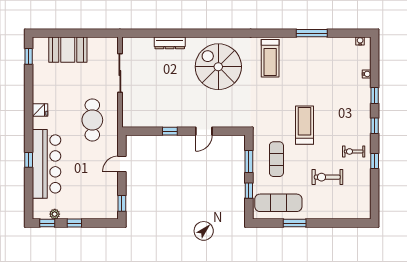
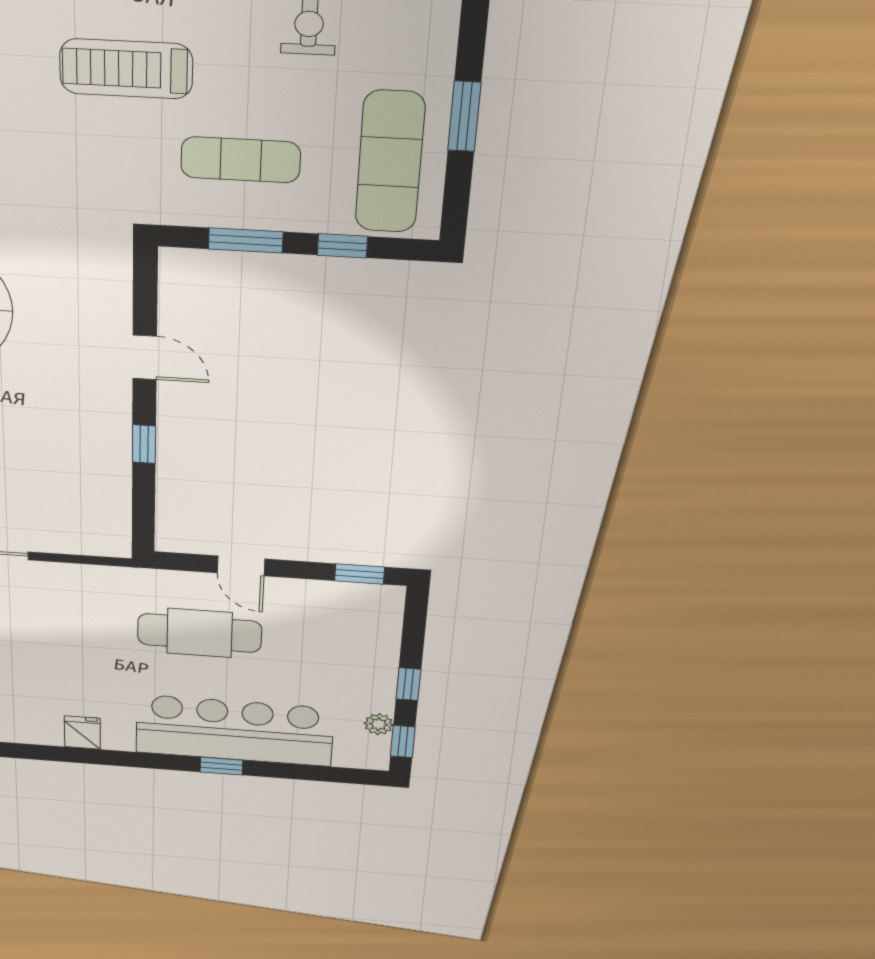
cafe table: (92, 120) -> (200, 633), moved

